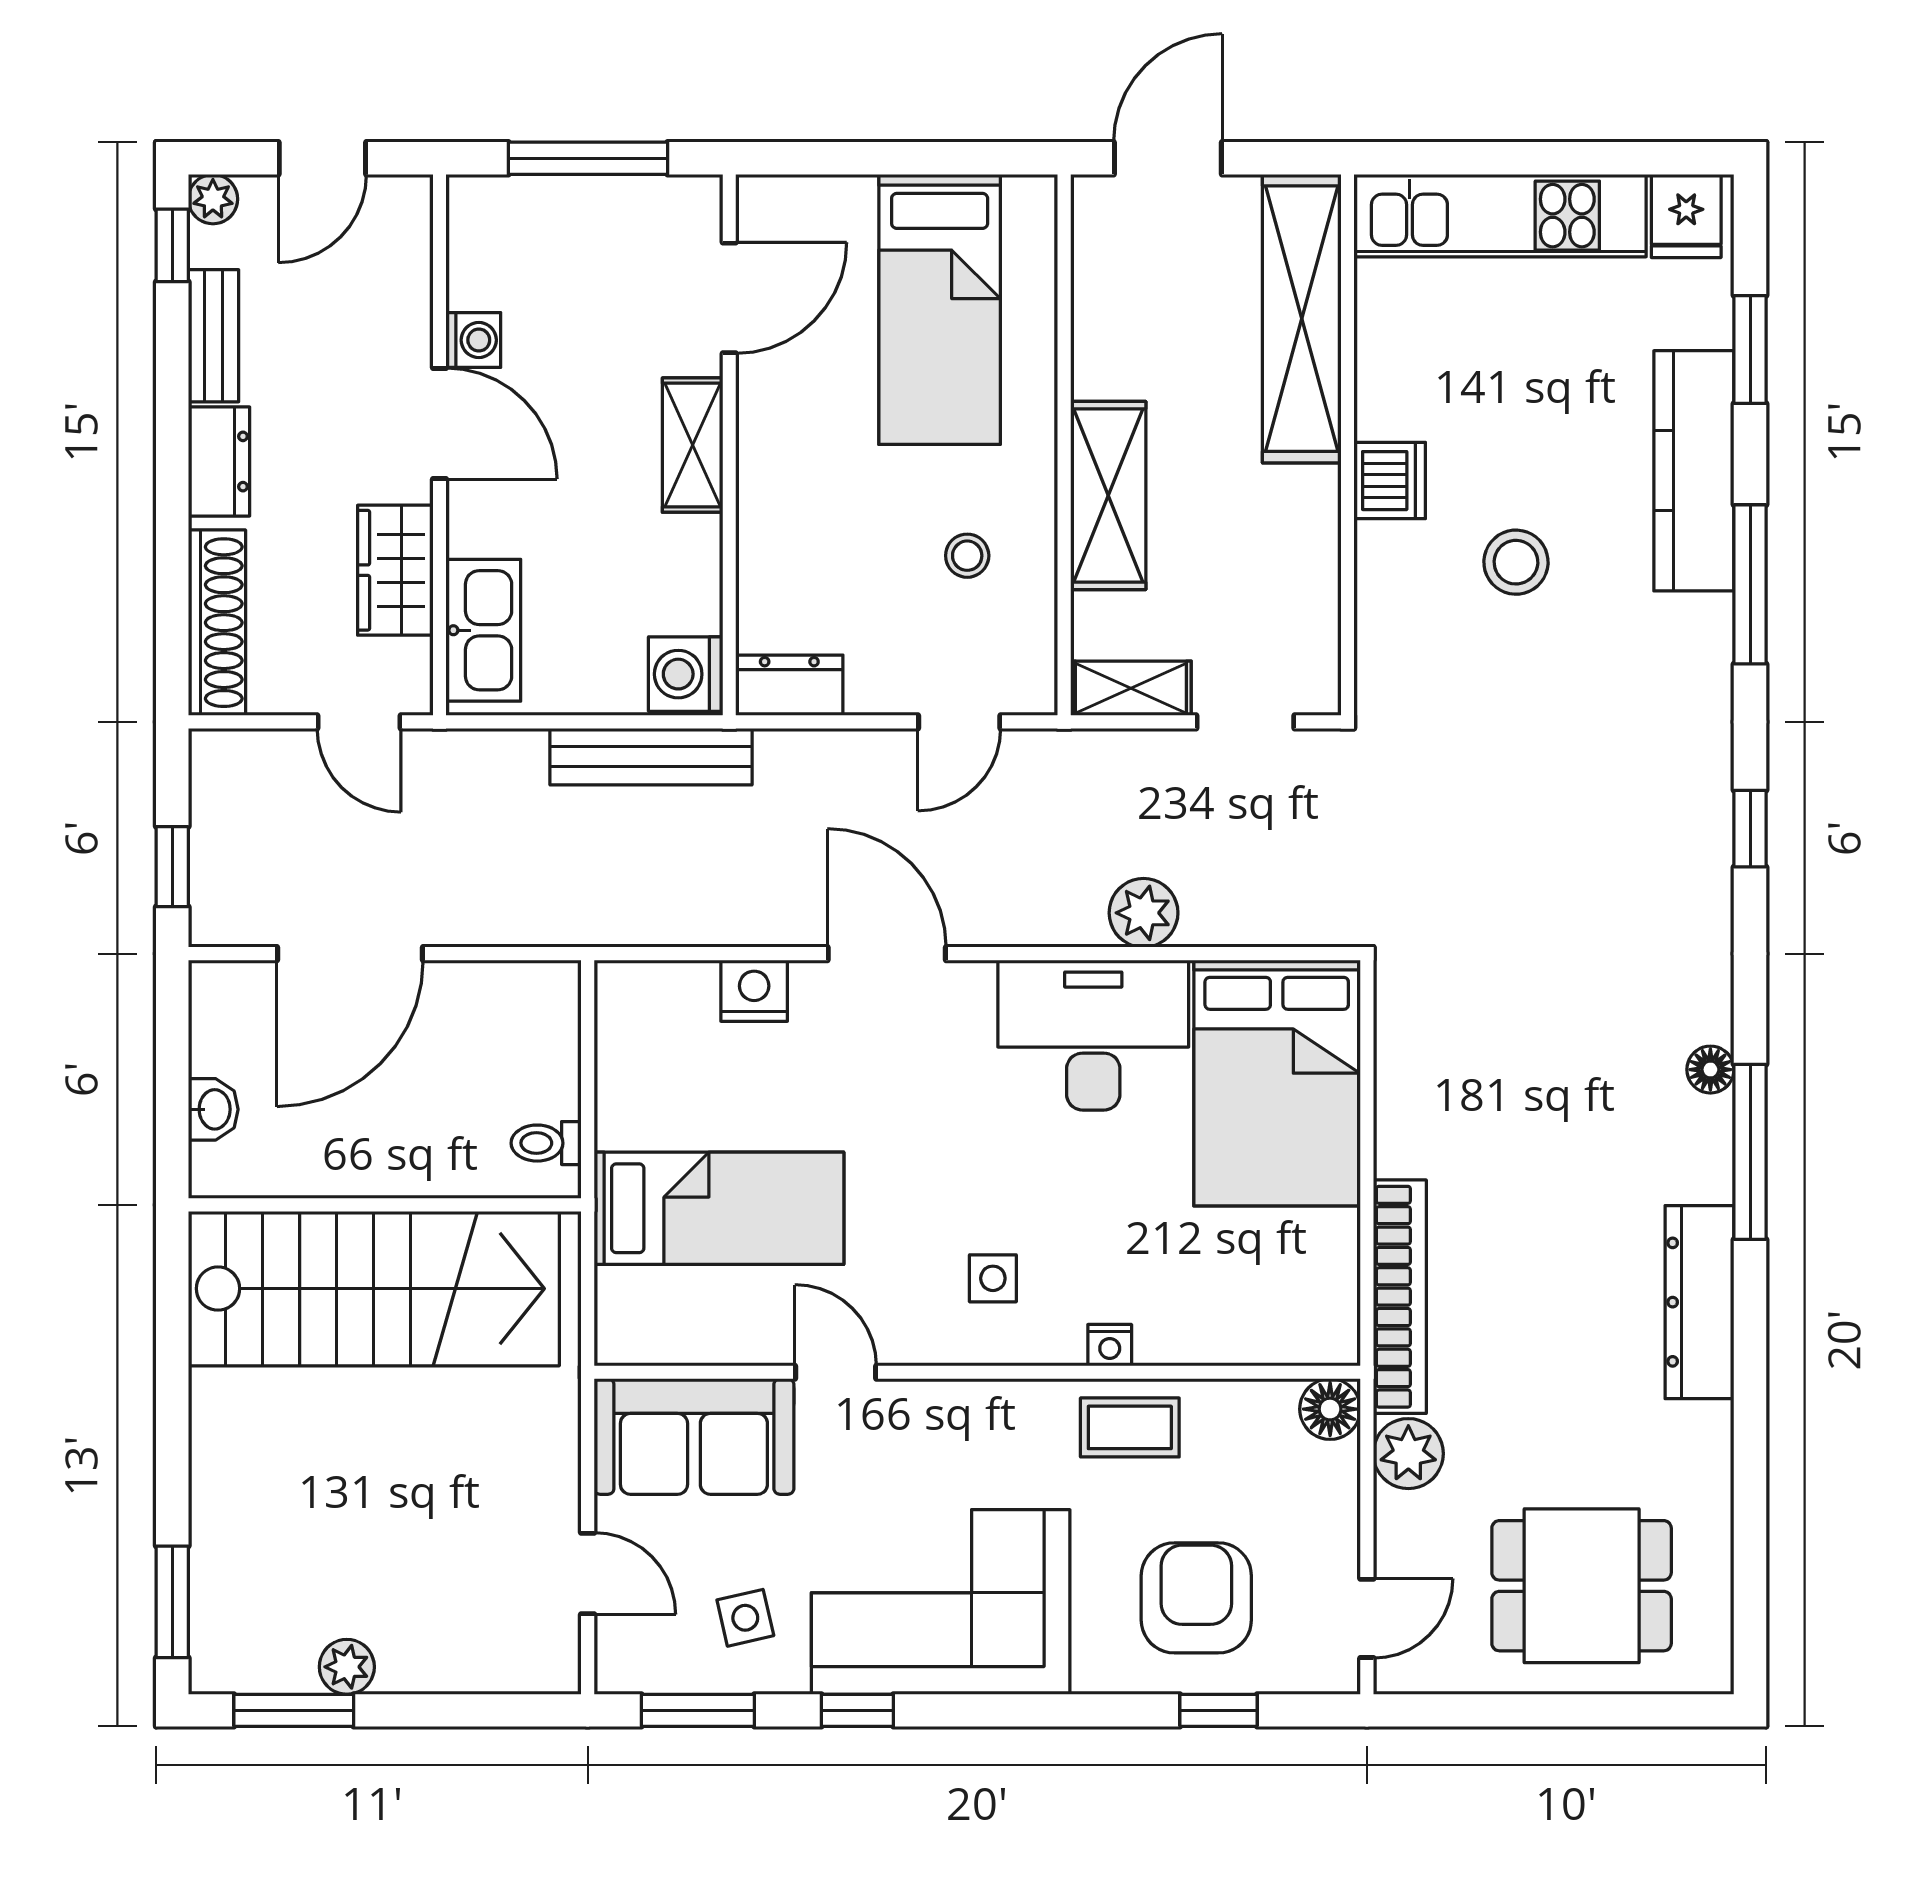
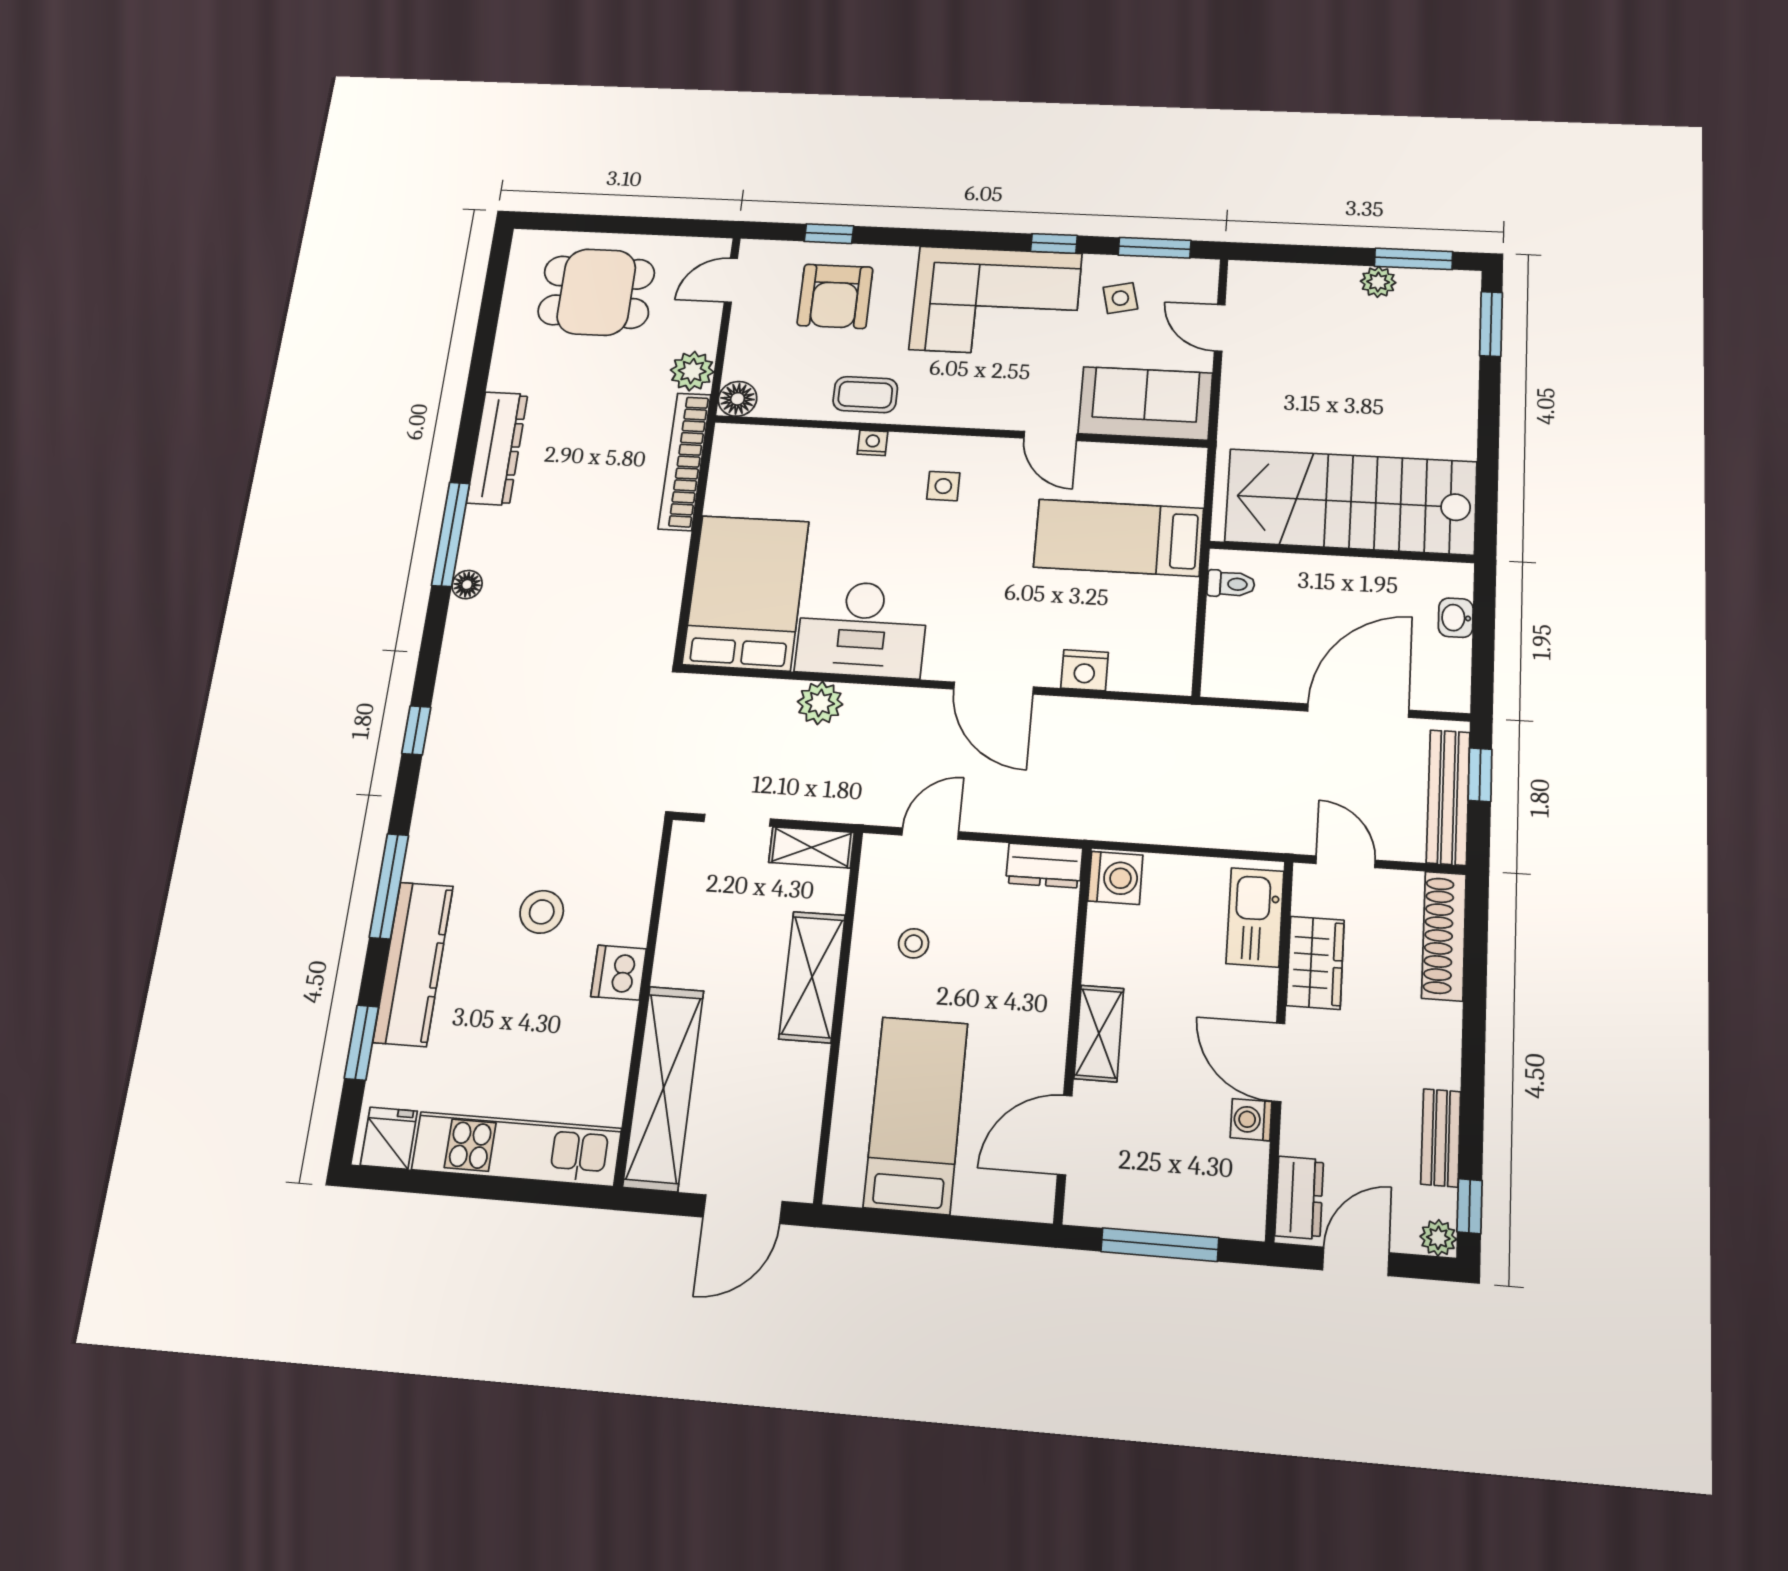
dresser: (219, 462) -> (1299, 1198), moved, turned 180
bench: (651, 757) -> (1448, 797), moved, turned 90

